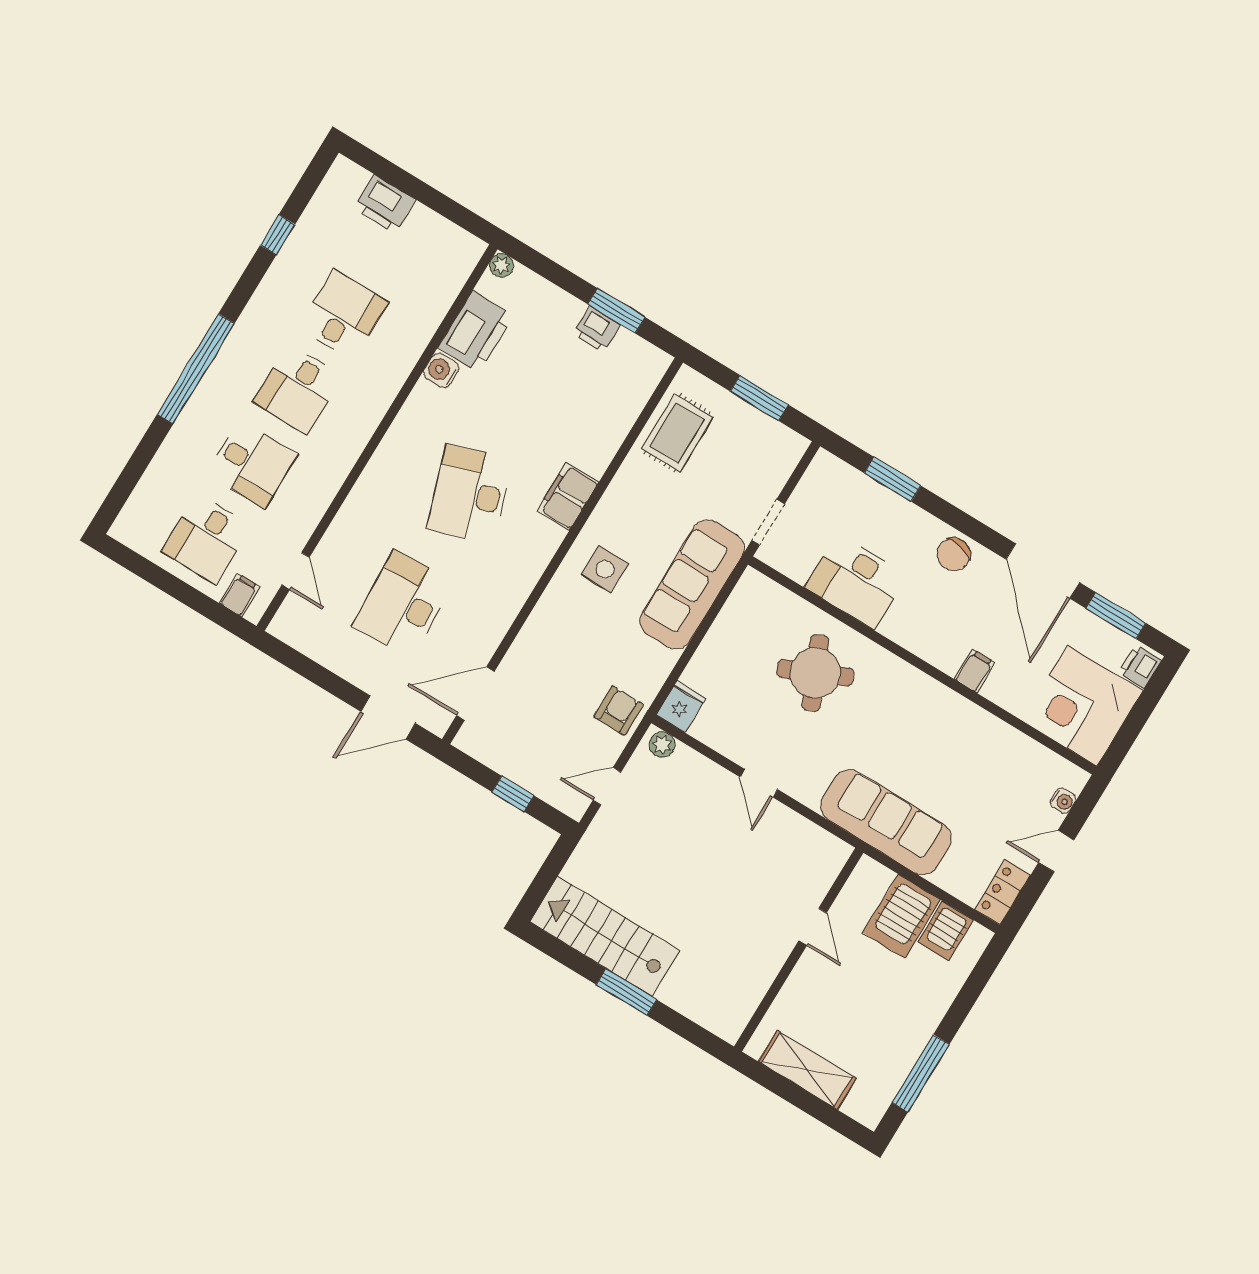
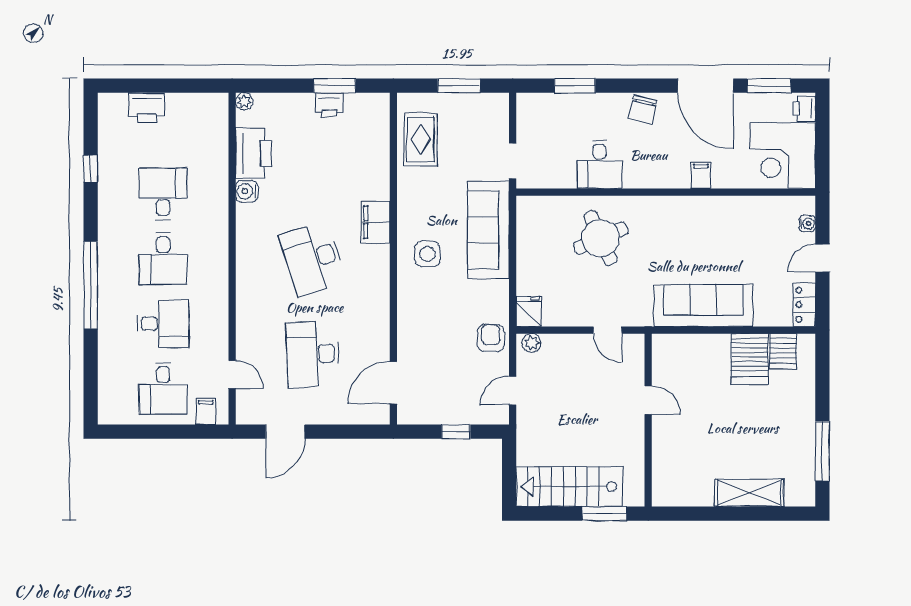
desk: (856, 582) -> (600, 165), width x0.73
door: (388, 717) -> (285, 432), moved
door: (813, 927) -> (648, 400), moved
wall: (799, 950) -> (648, 420), moved

